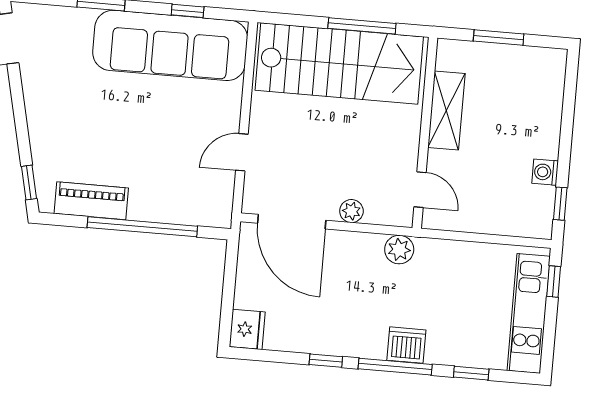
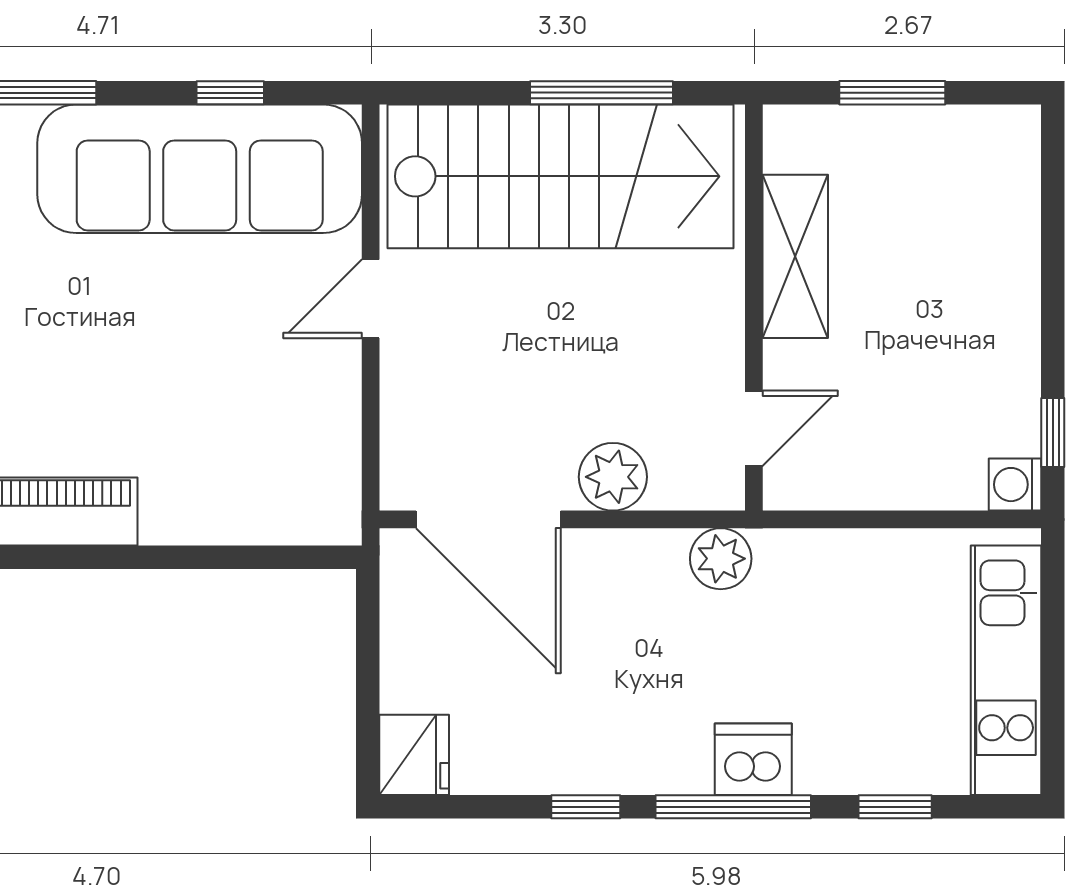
door: (242, 152) -> (371, 299), moved
washing machine: (545, 172) -> (1015, 485), moved
door: (420, 190) -> (754, 428), hinge flipped
plant: (351, 211) -> (613, 477), width x1.38, depth x1.38
window: (142, 227) -> (174, 557), removed
window: (554, 281) -> (1053, 598), removed

